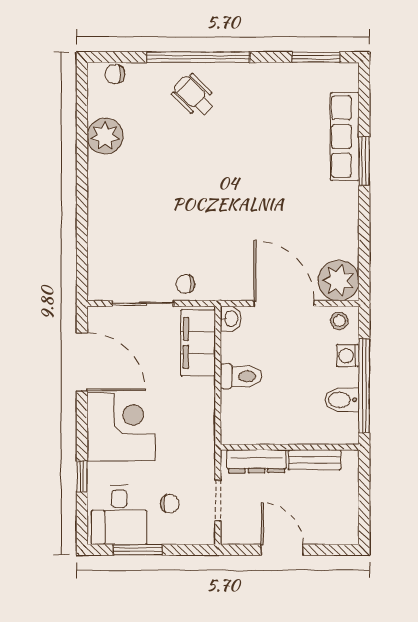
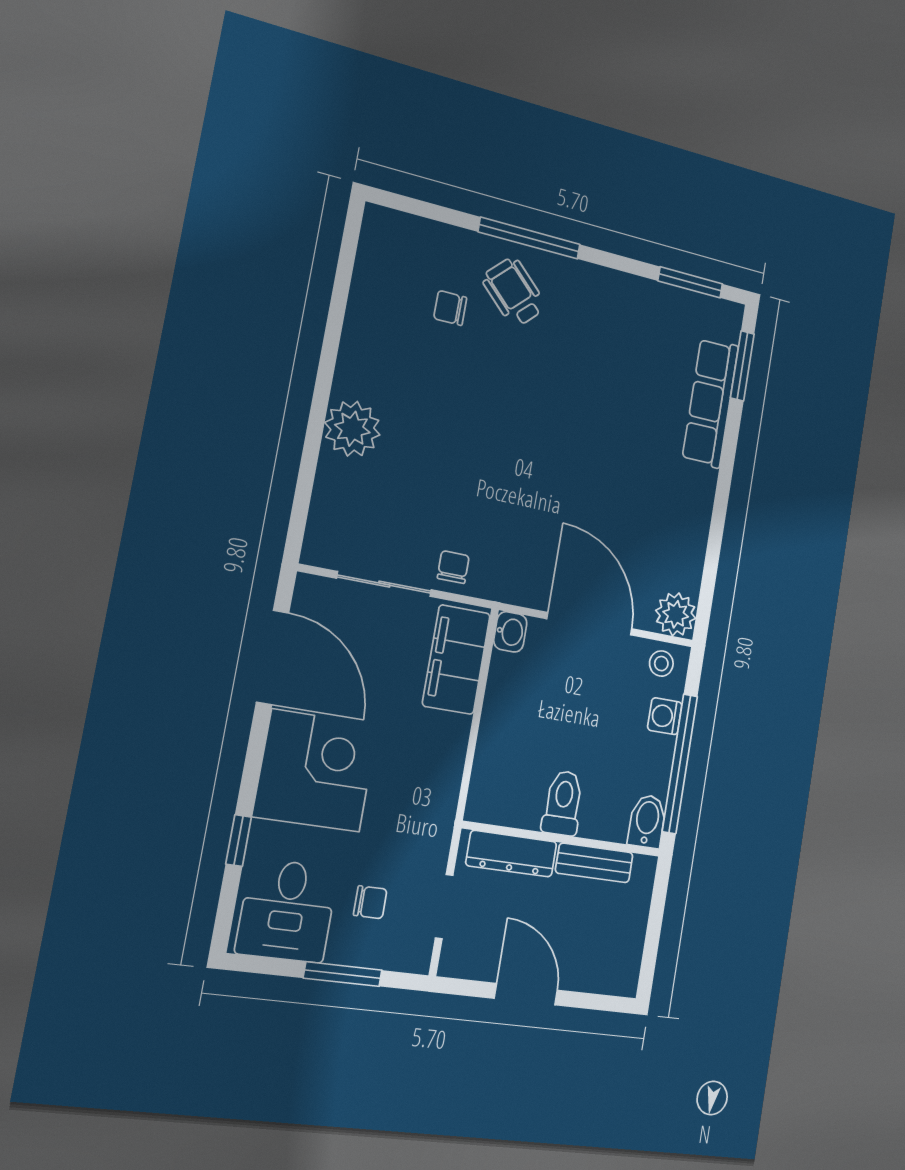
window: (198, 57) -> (529, 238), width x0.68
chair: (115, 74) -> (450, 308), moved
plant: (105, 136) -> (352, 429), moved
window: (364, 161) -> (742, 366), moved
plant: (339, 280) -> (676, 614), width x0.73, depth x0.73
chair: (185, 284) -> (453, 567), turned 90
toilet: (241, 376) -> (563, 803), moved, turned -90
bidet: (342, 400) -> (647, 821), moved, turned 90
window: (138, 550) -> (343, 974), moved

